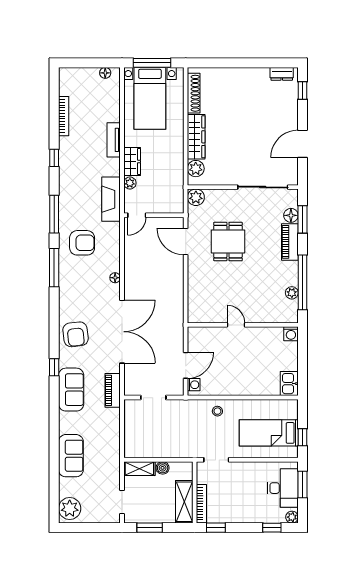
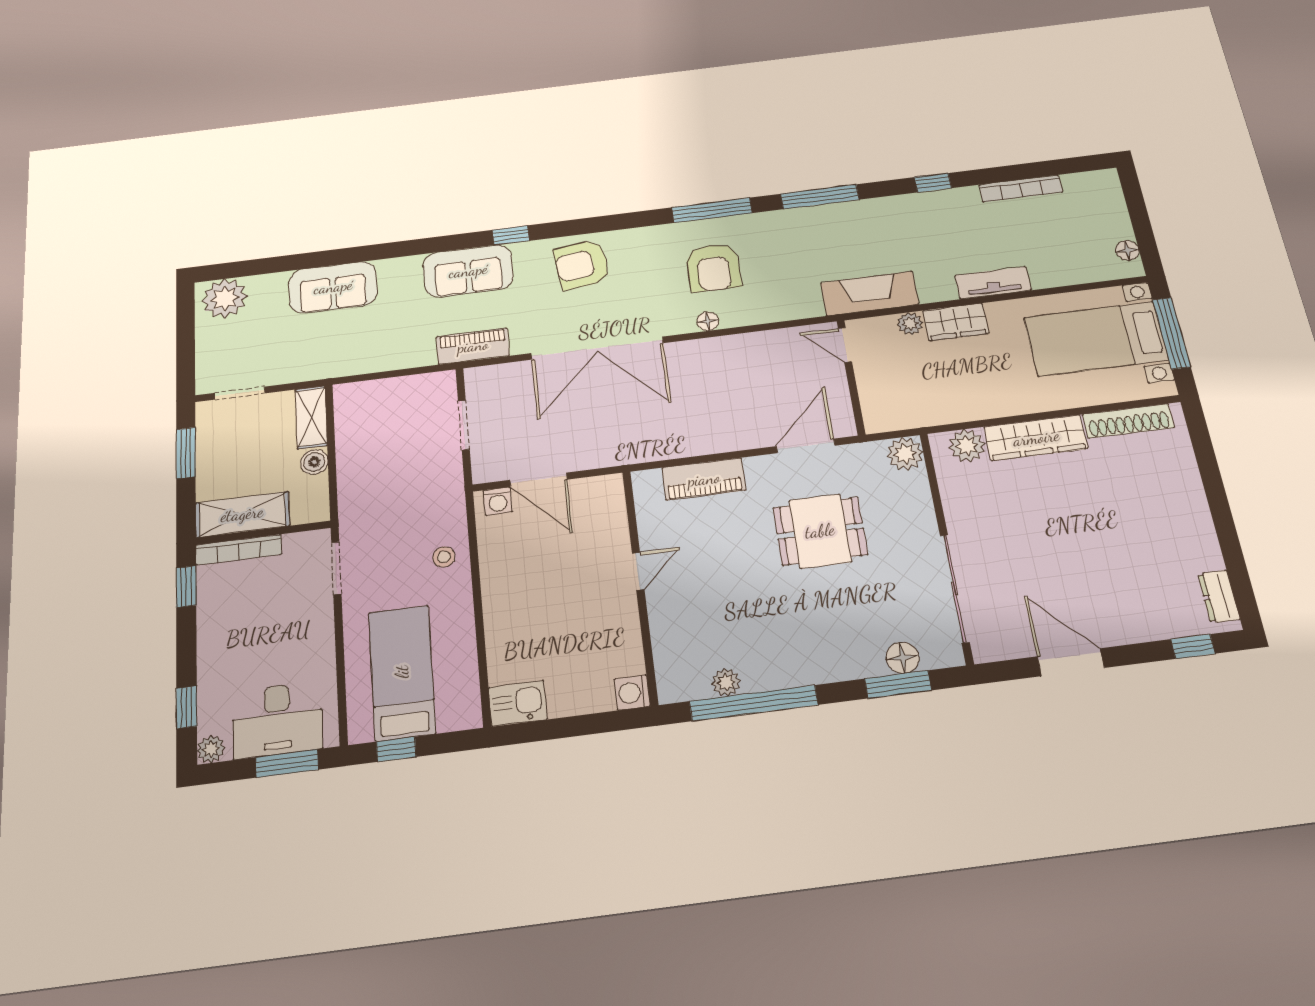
piano: (290, 242) -> (704, 479), moved, turned 180
armchair: (82, 243) -> (713, 268), moved

